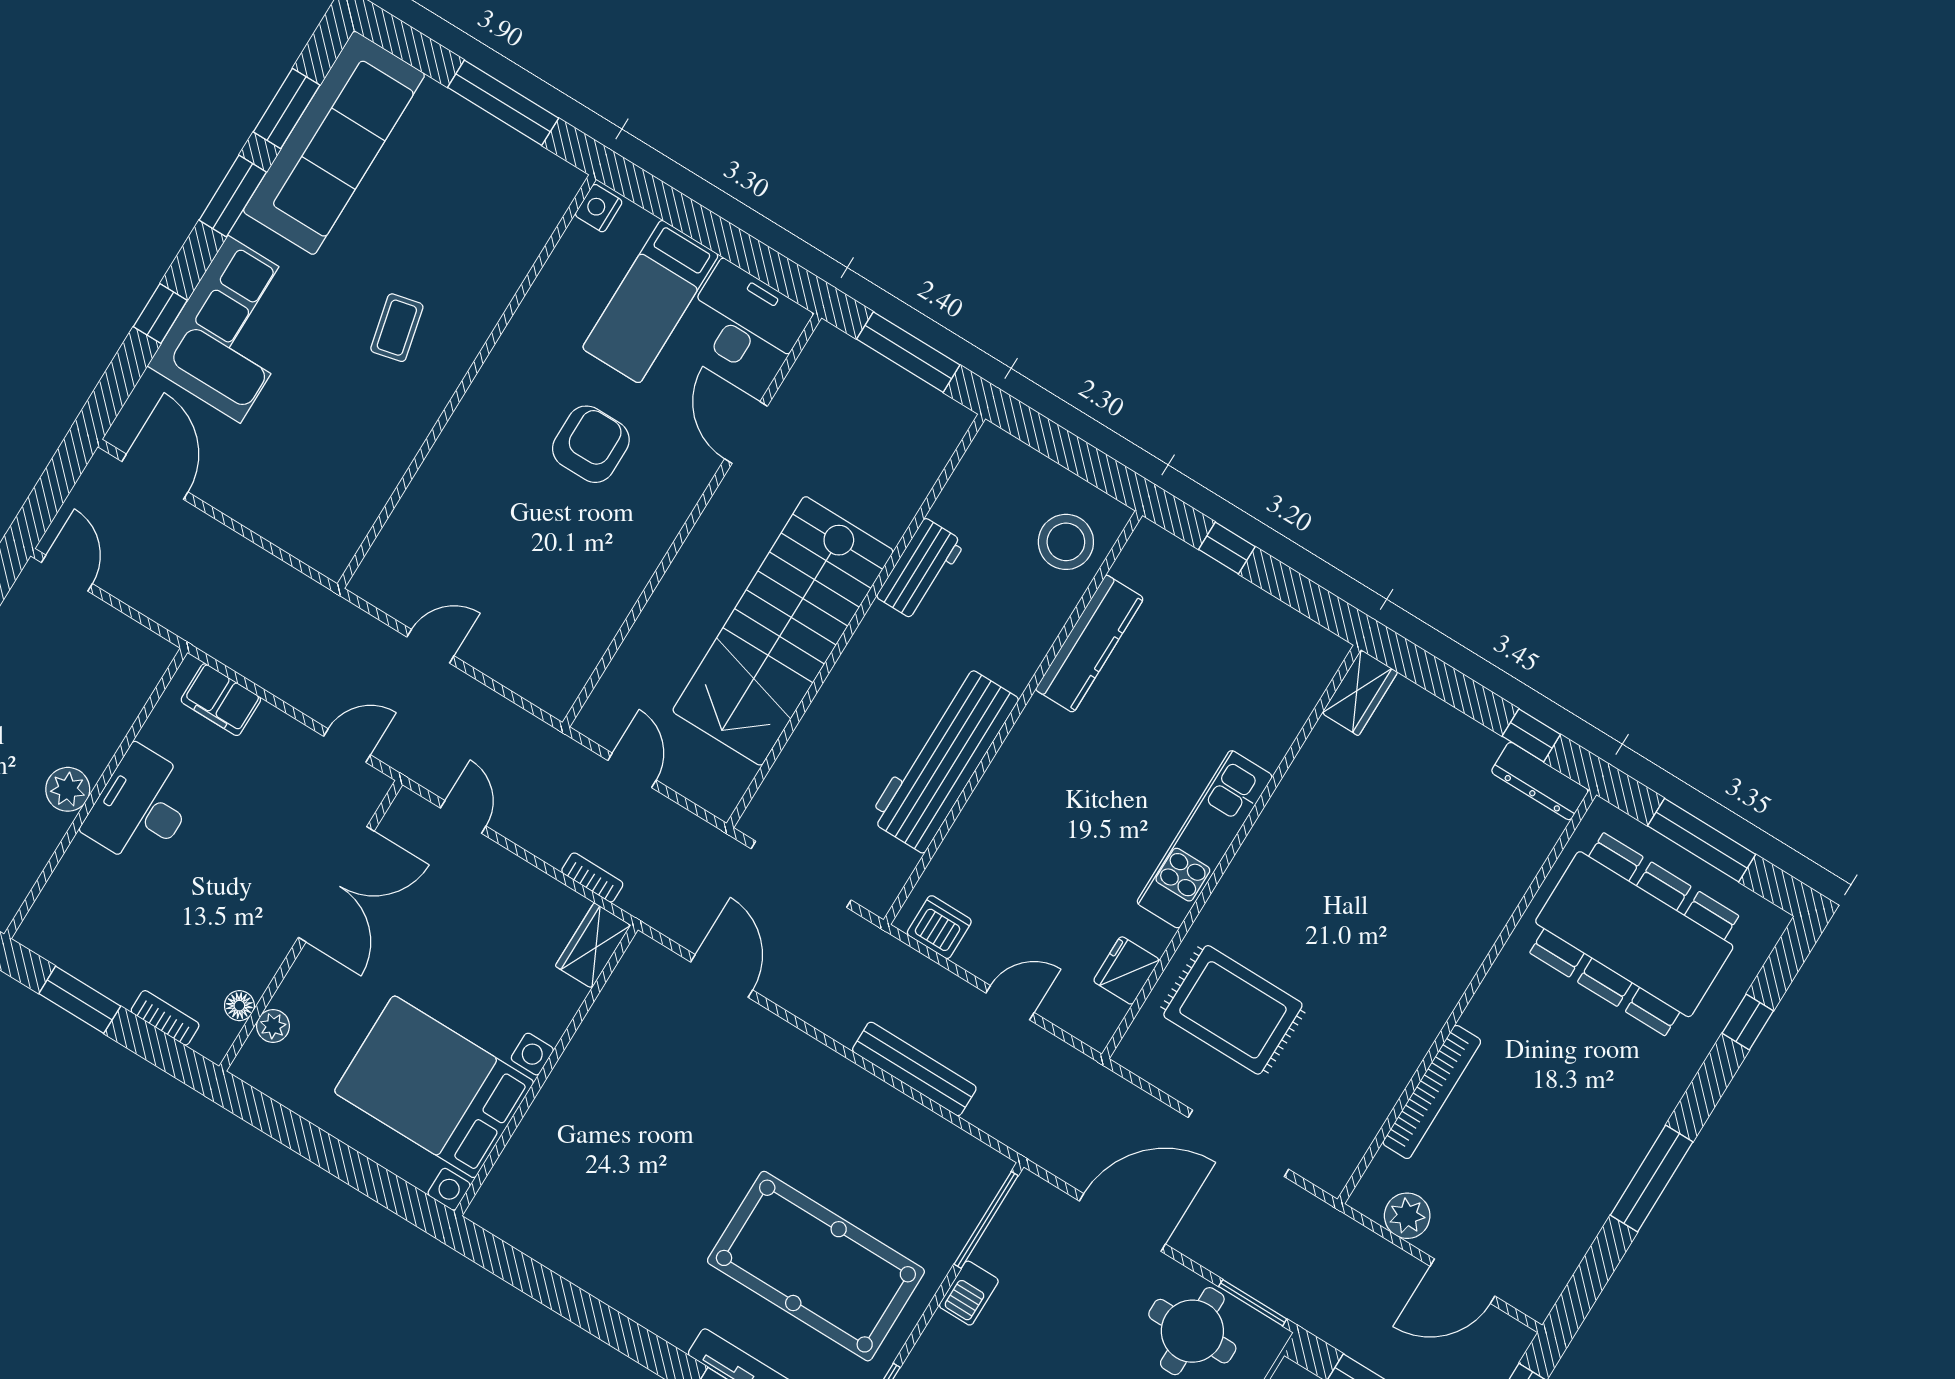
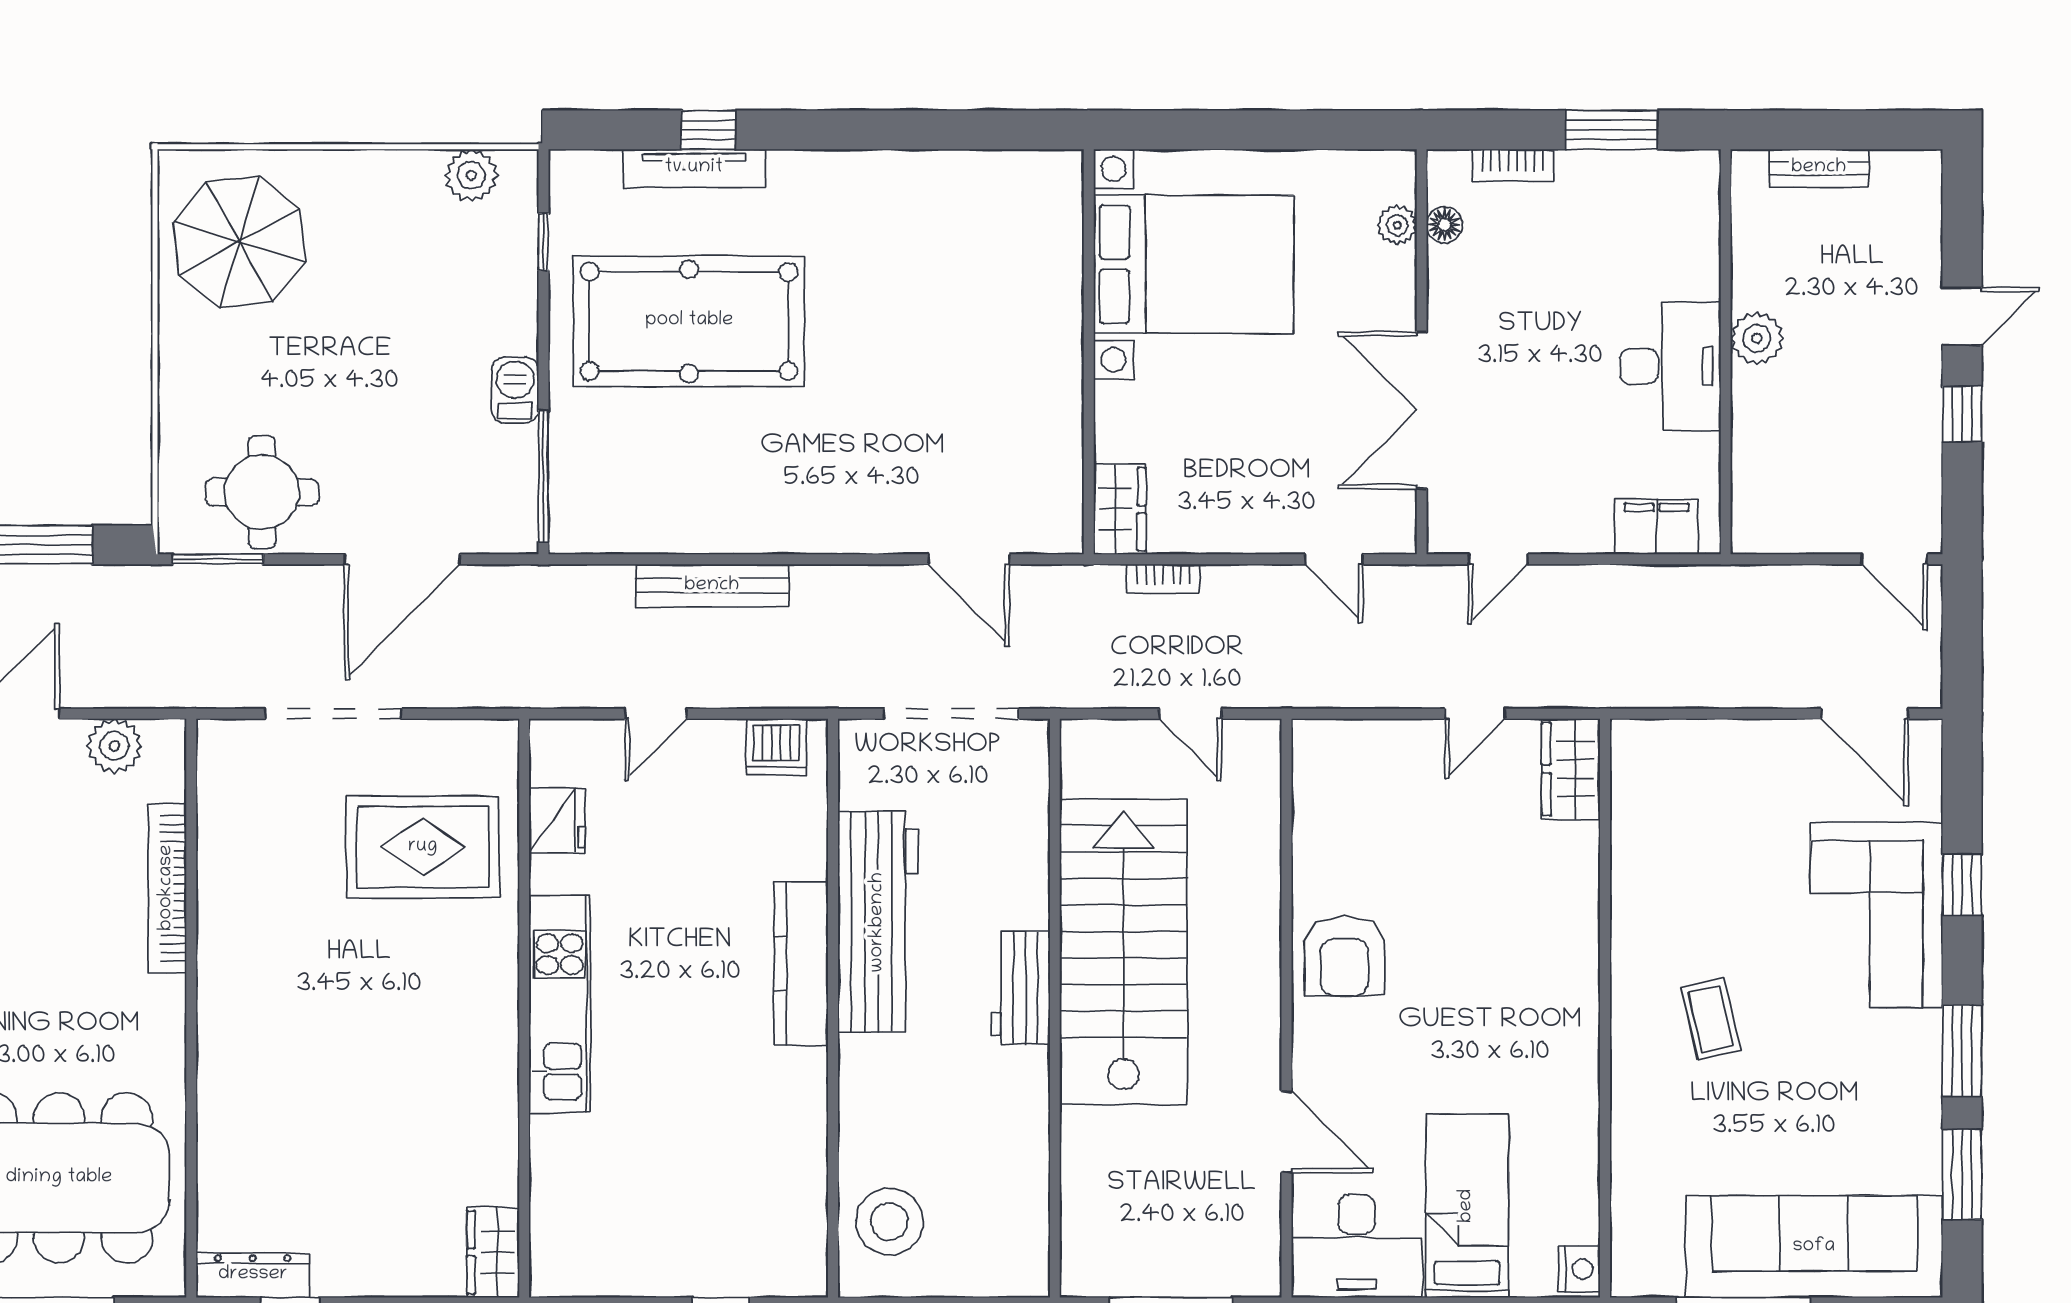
sofa: (334, 143) -> (1814, 1247), moved, turned 90
armchair: (591, 444) -> (1344, 956), moved
wardrobe: (387, 566) -> (1571, 769), added
workbench: (921, 570) -> (1021, 988), moved
kitchen counter: (1090, 644) -> (801, 964), moved

